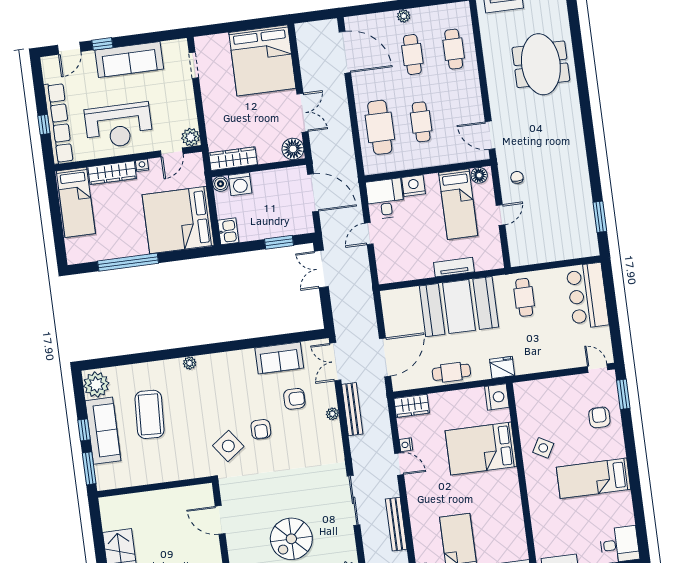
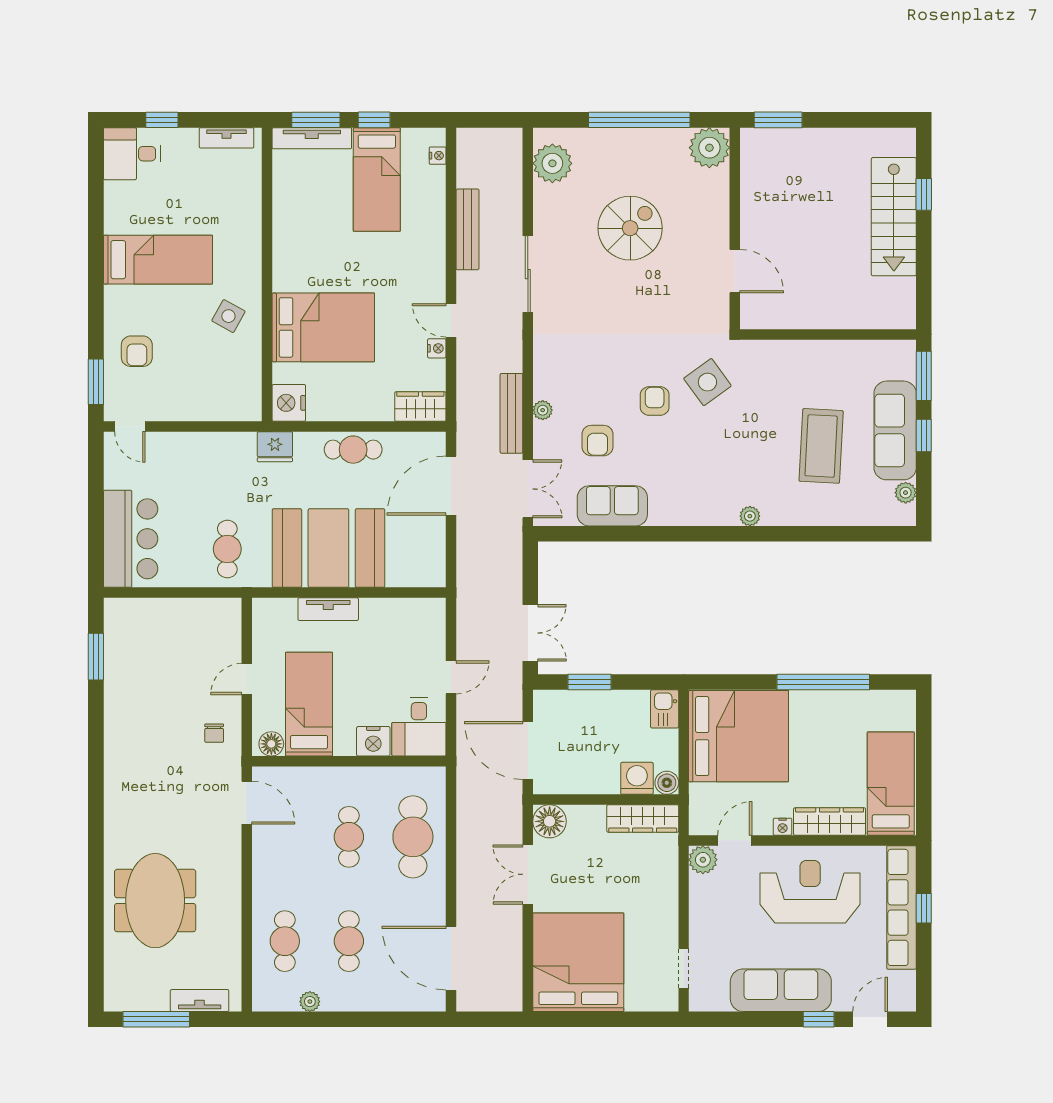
plant: (404, 16) -> (310, 1002), moved
plant: (96, 385) -> (906, 493), width x0.53, depth x0.53
armchair: (294, 399) -> (597, 441), turned -90

